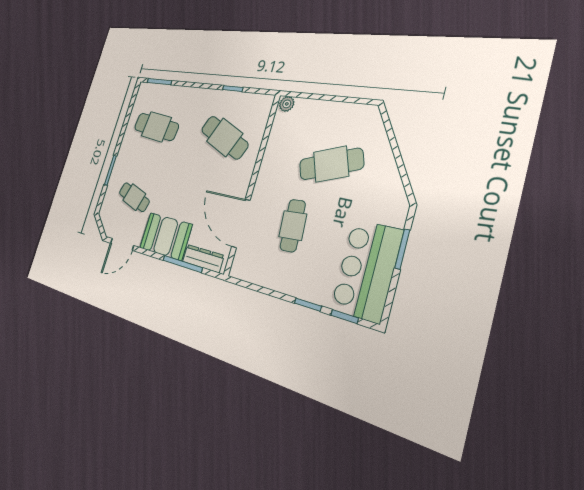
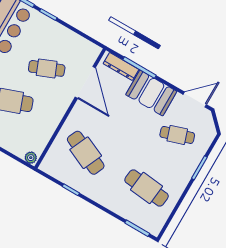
cafe table: (134, 197) -> (177, 135), turned -36
cafe table: (293, 225) -> (47, 68), turned 72

